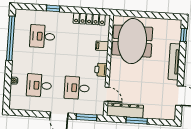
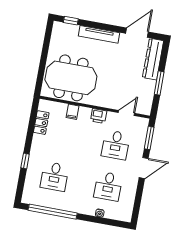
locker: (89, 19) -> (41, 123), width x0.66
dresser: (125, 111) -> (153, 59), moved

